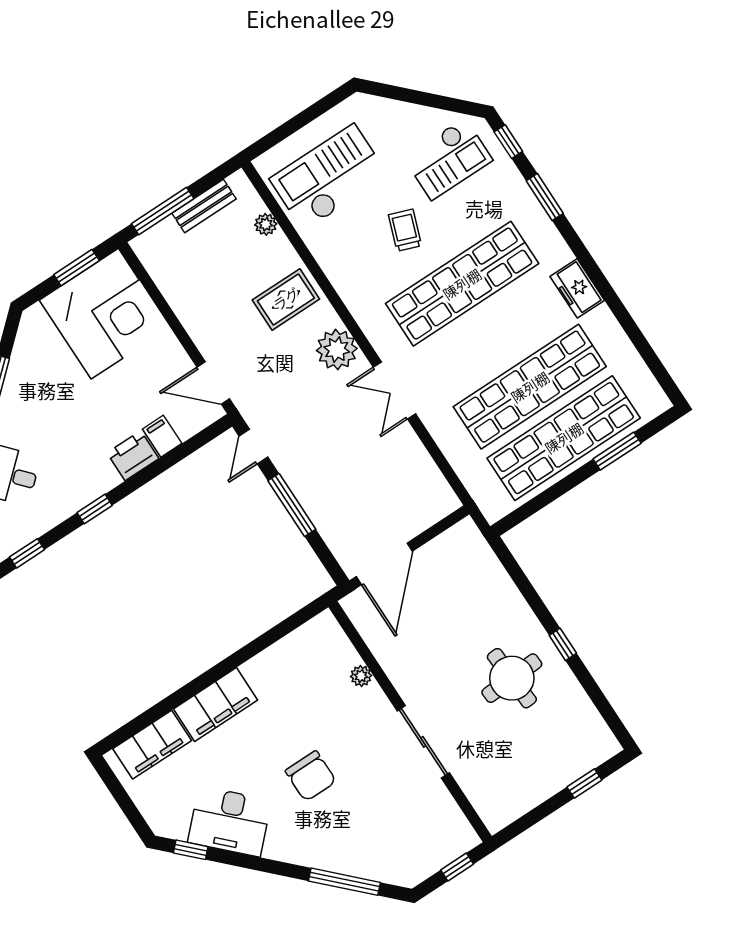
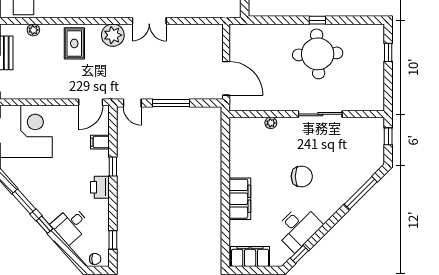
printer: (133, 456) -> (100, 187), moved
window: (95, 509) -> (113, 166), moved
round table: (512, 678) -> (318, 54), width x1.36, depth x1.36
filing cabinet: (152, 745) -> (250, 256), moved, turned -90

